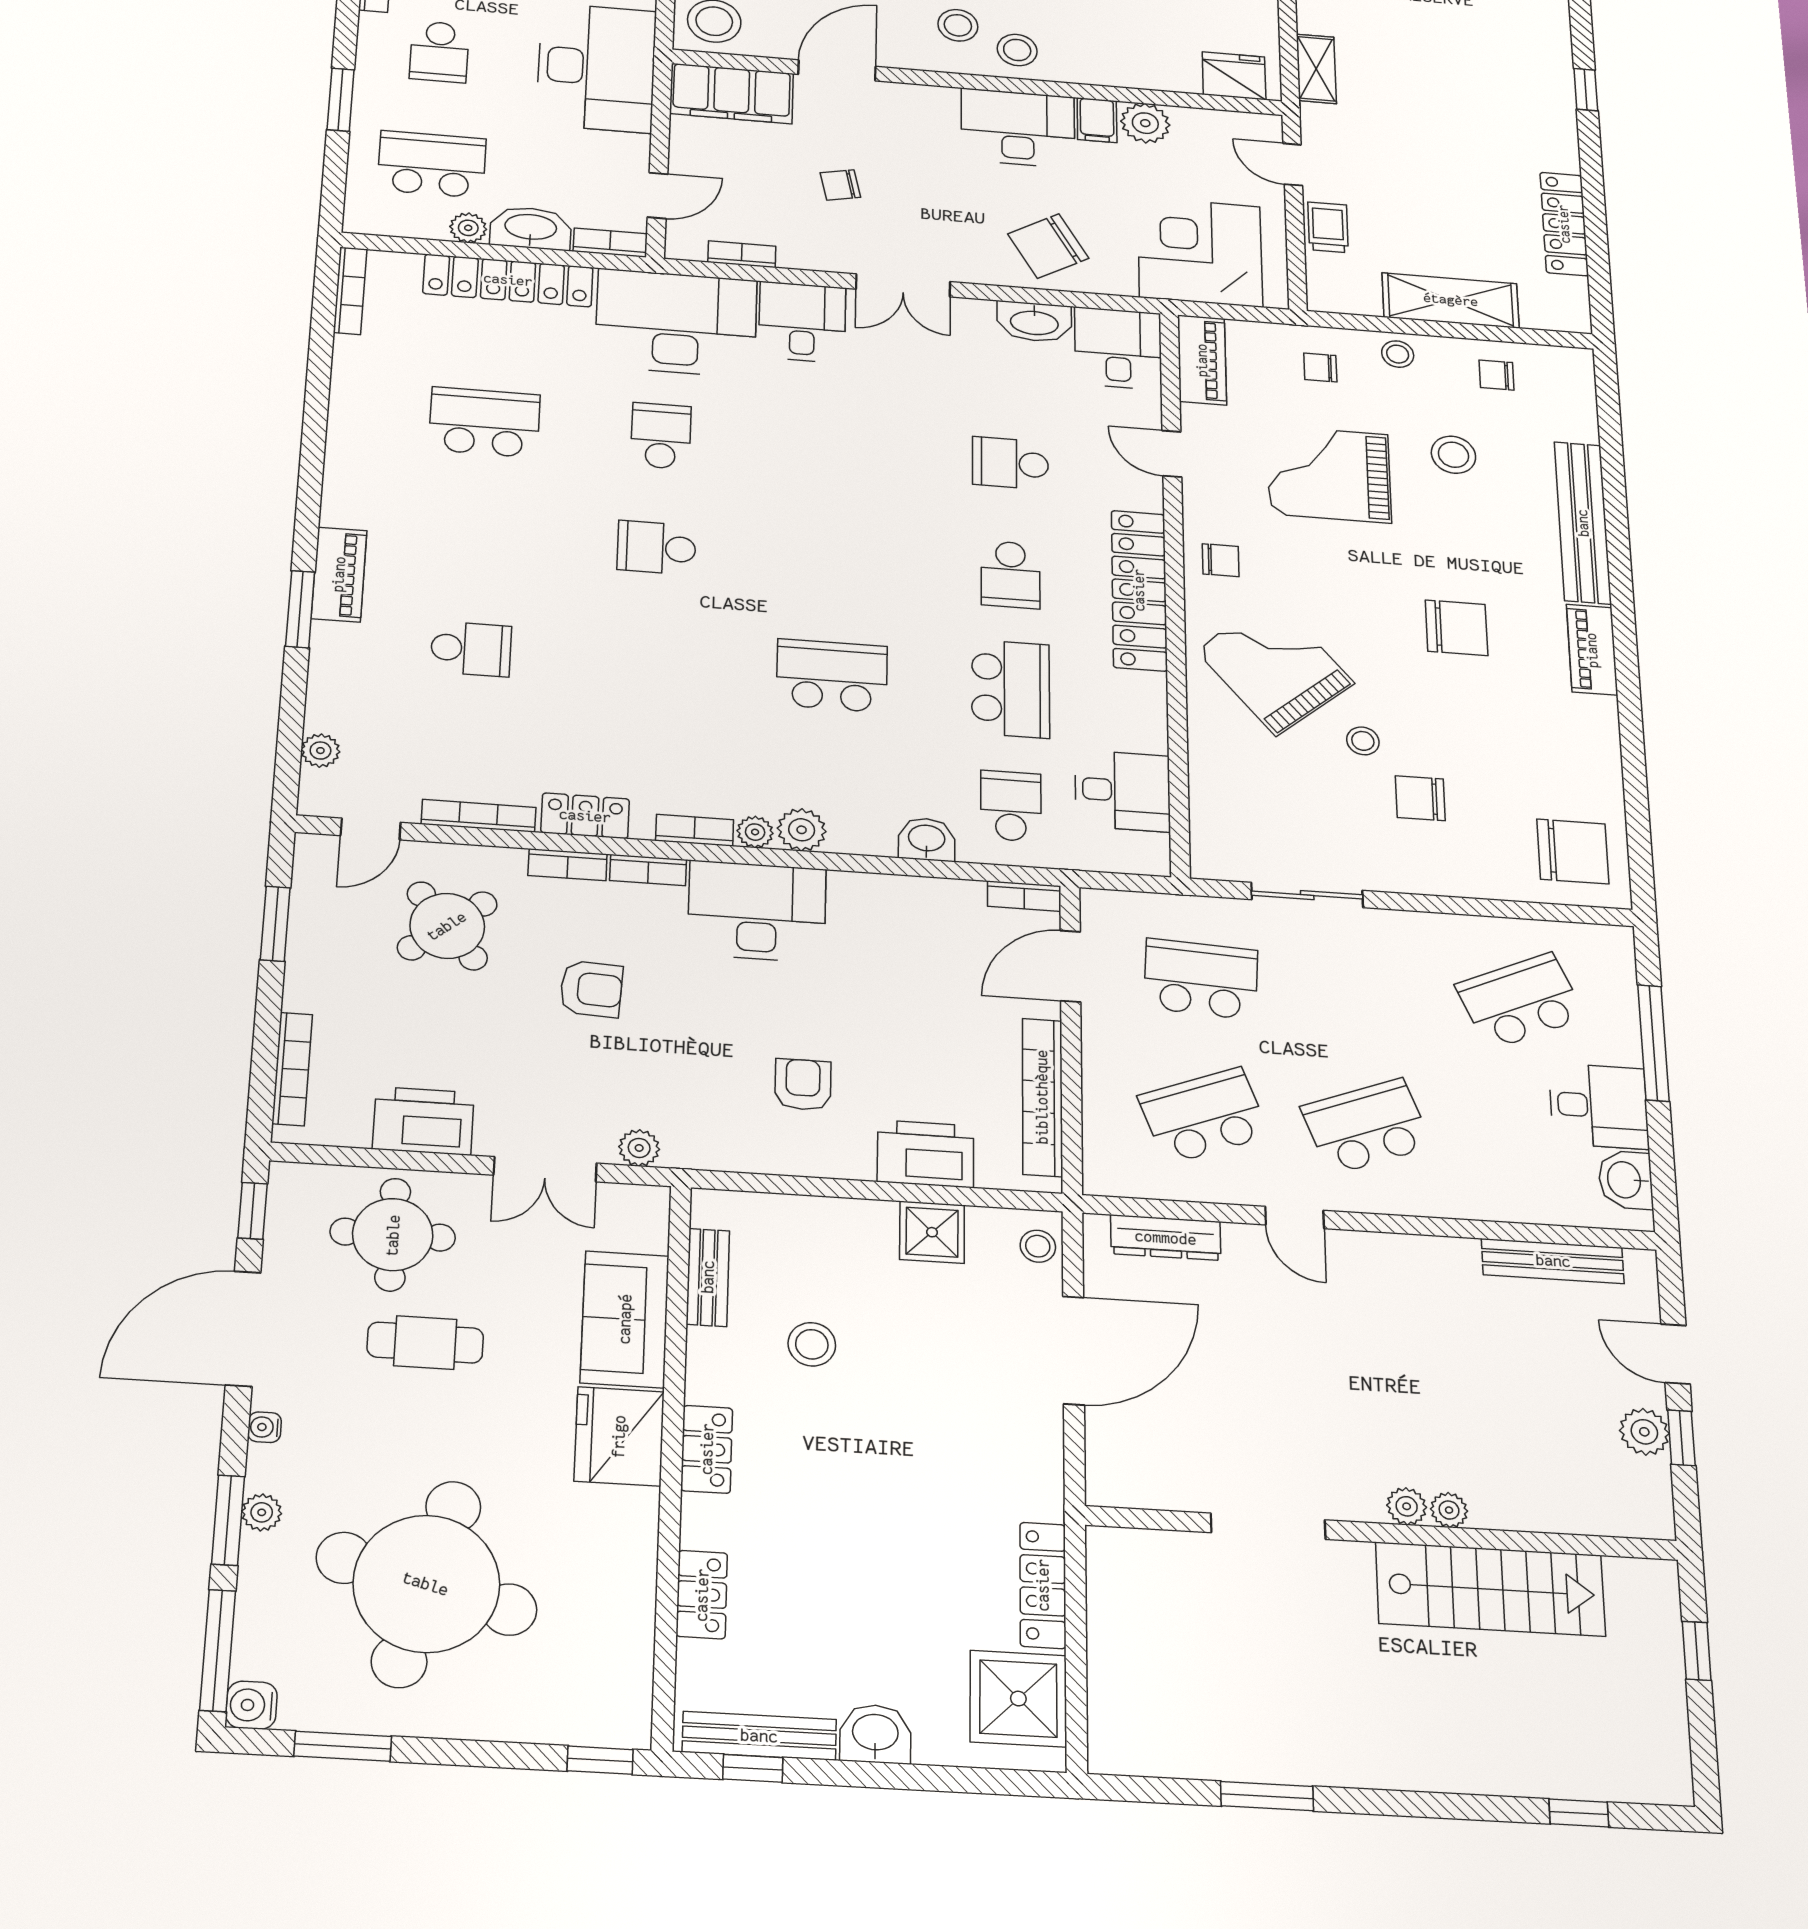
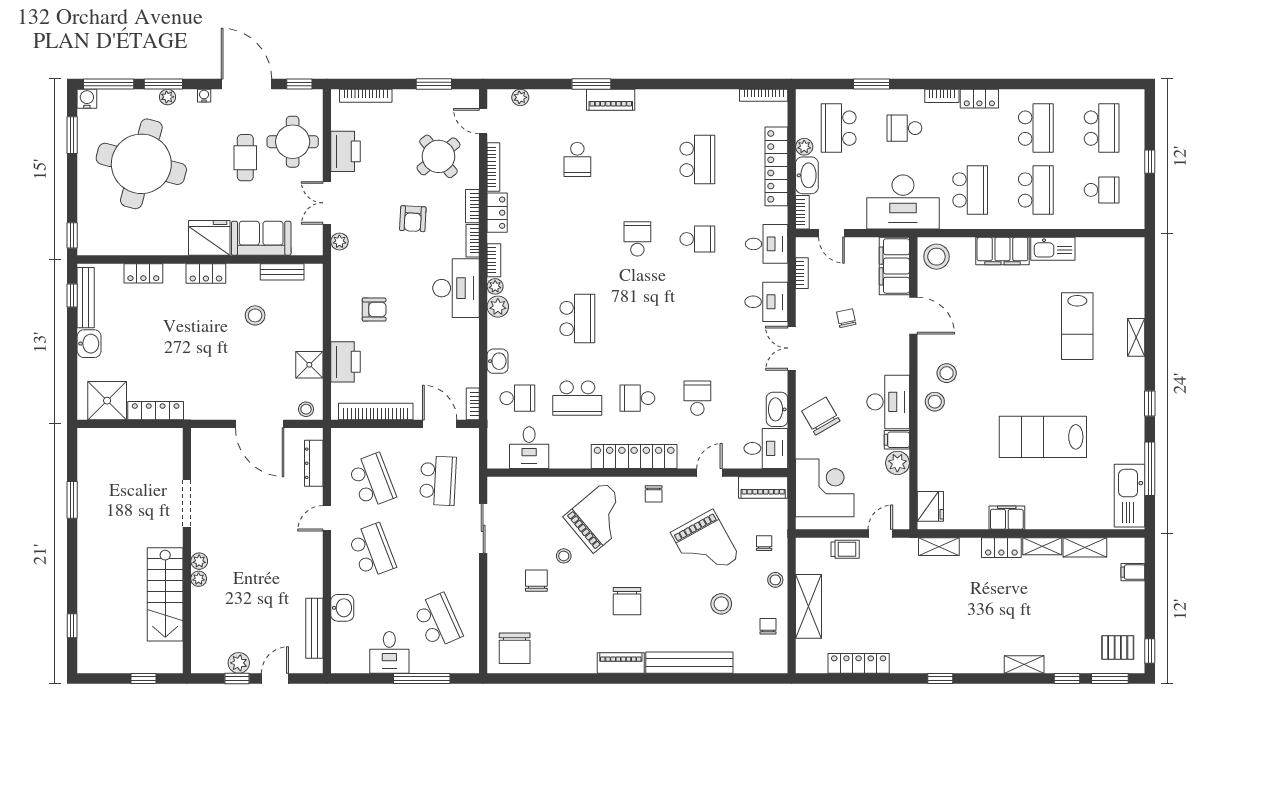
school desk: (432, 164) -> (839, 128), turned 180
desk: (676, 323) -> (767, 244), width x0.53, depth x0.77
grand piano: (1329, 474) -> (705, 545), turned 151
washbasin: (1626, 1180) -> (342, 608), moved, turned 90

